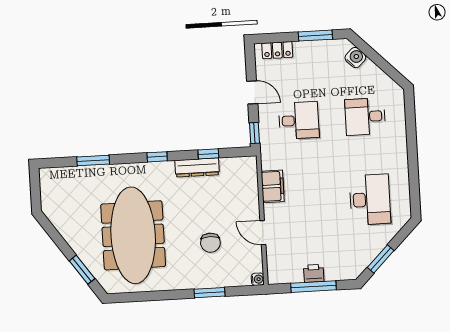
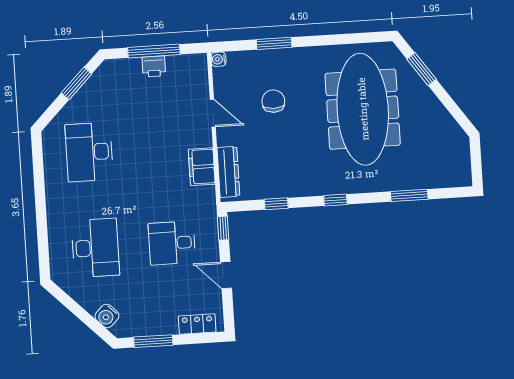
desk: (365, 117) -> (95, 248), width x1.37
dresser: (197, 168) -> (228, 172), moved, turned 90

